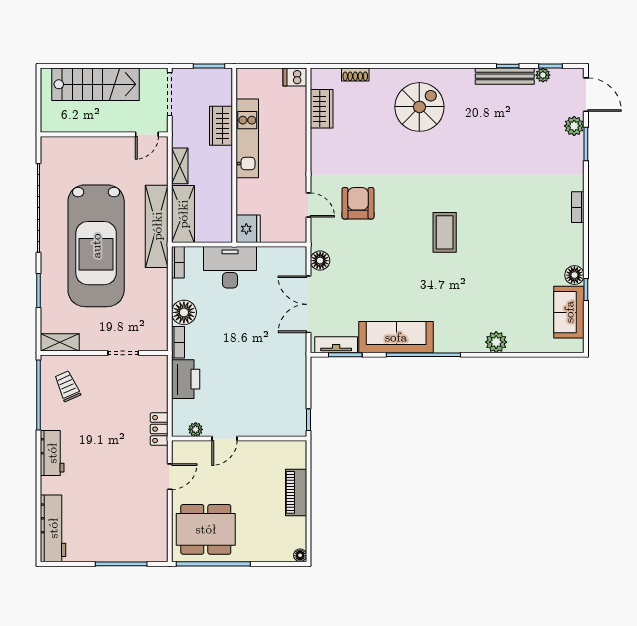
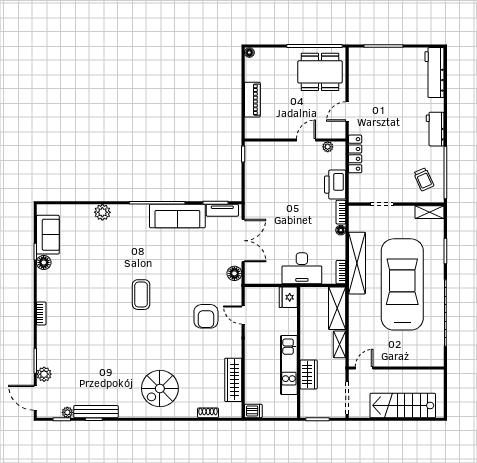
wardrobe: (322, 109) -> (233, 380), width x1.50
shelving: (157, 226) -> (357, 263), moved
floor lamp: (184, 312) -> (341, 230), width x0.53, depth x0.53
locker: (159, 429) -> (355, 154), width x1.53

